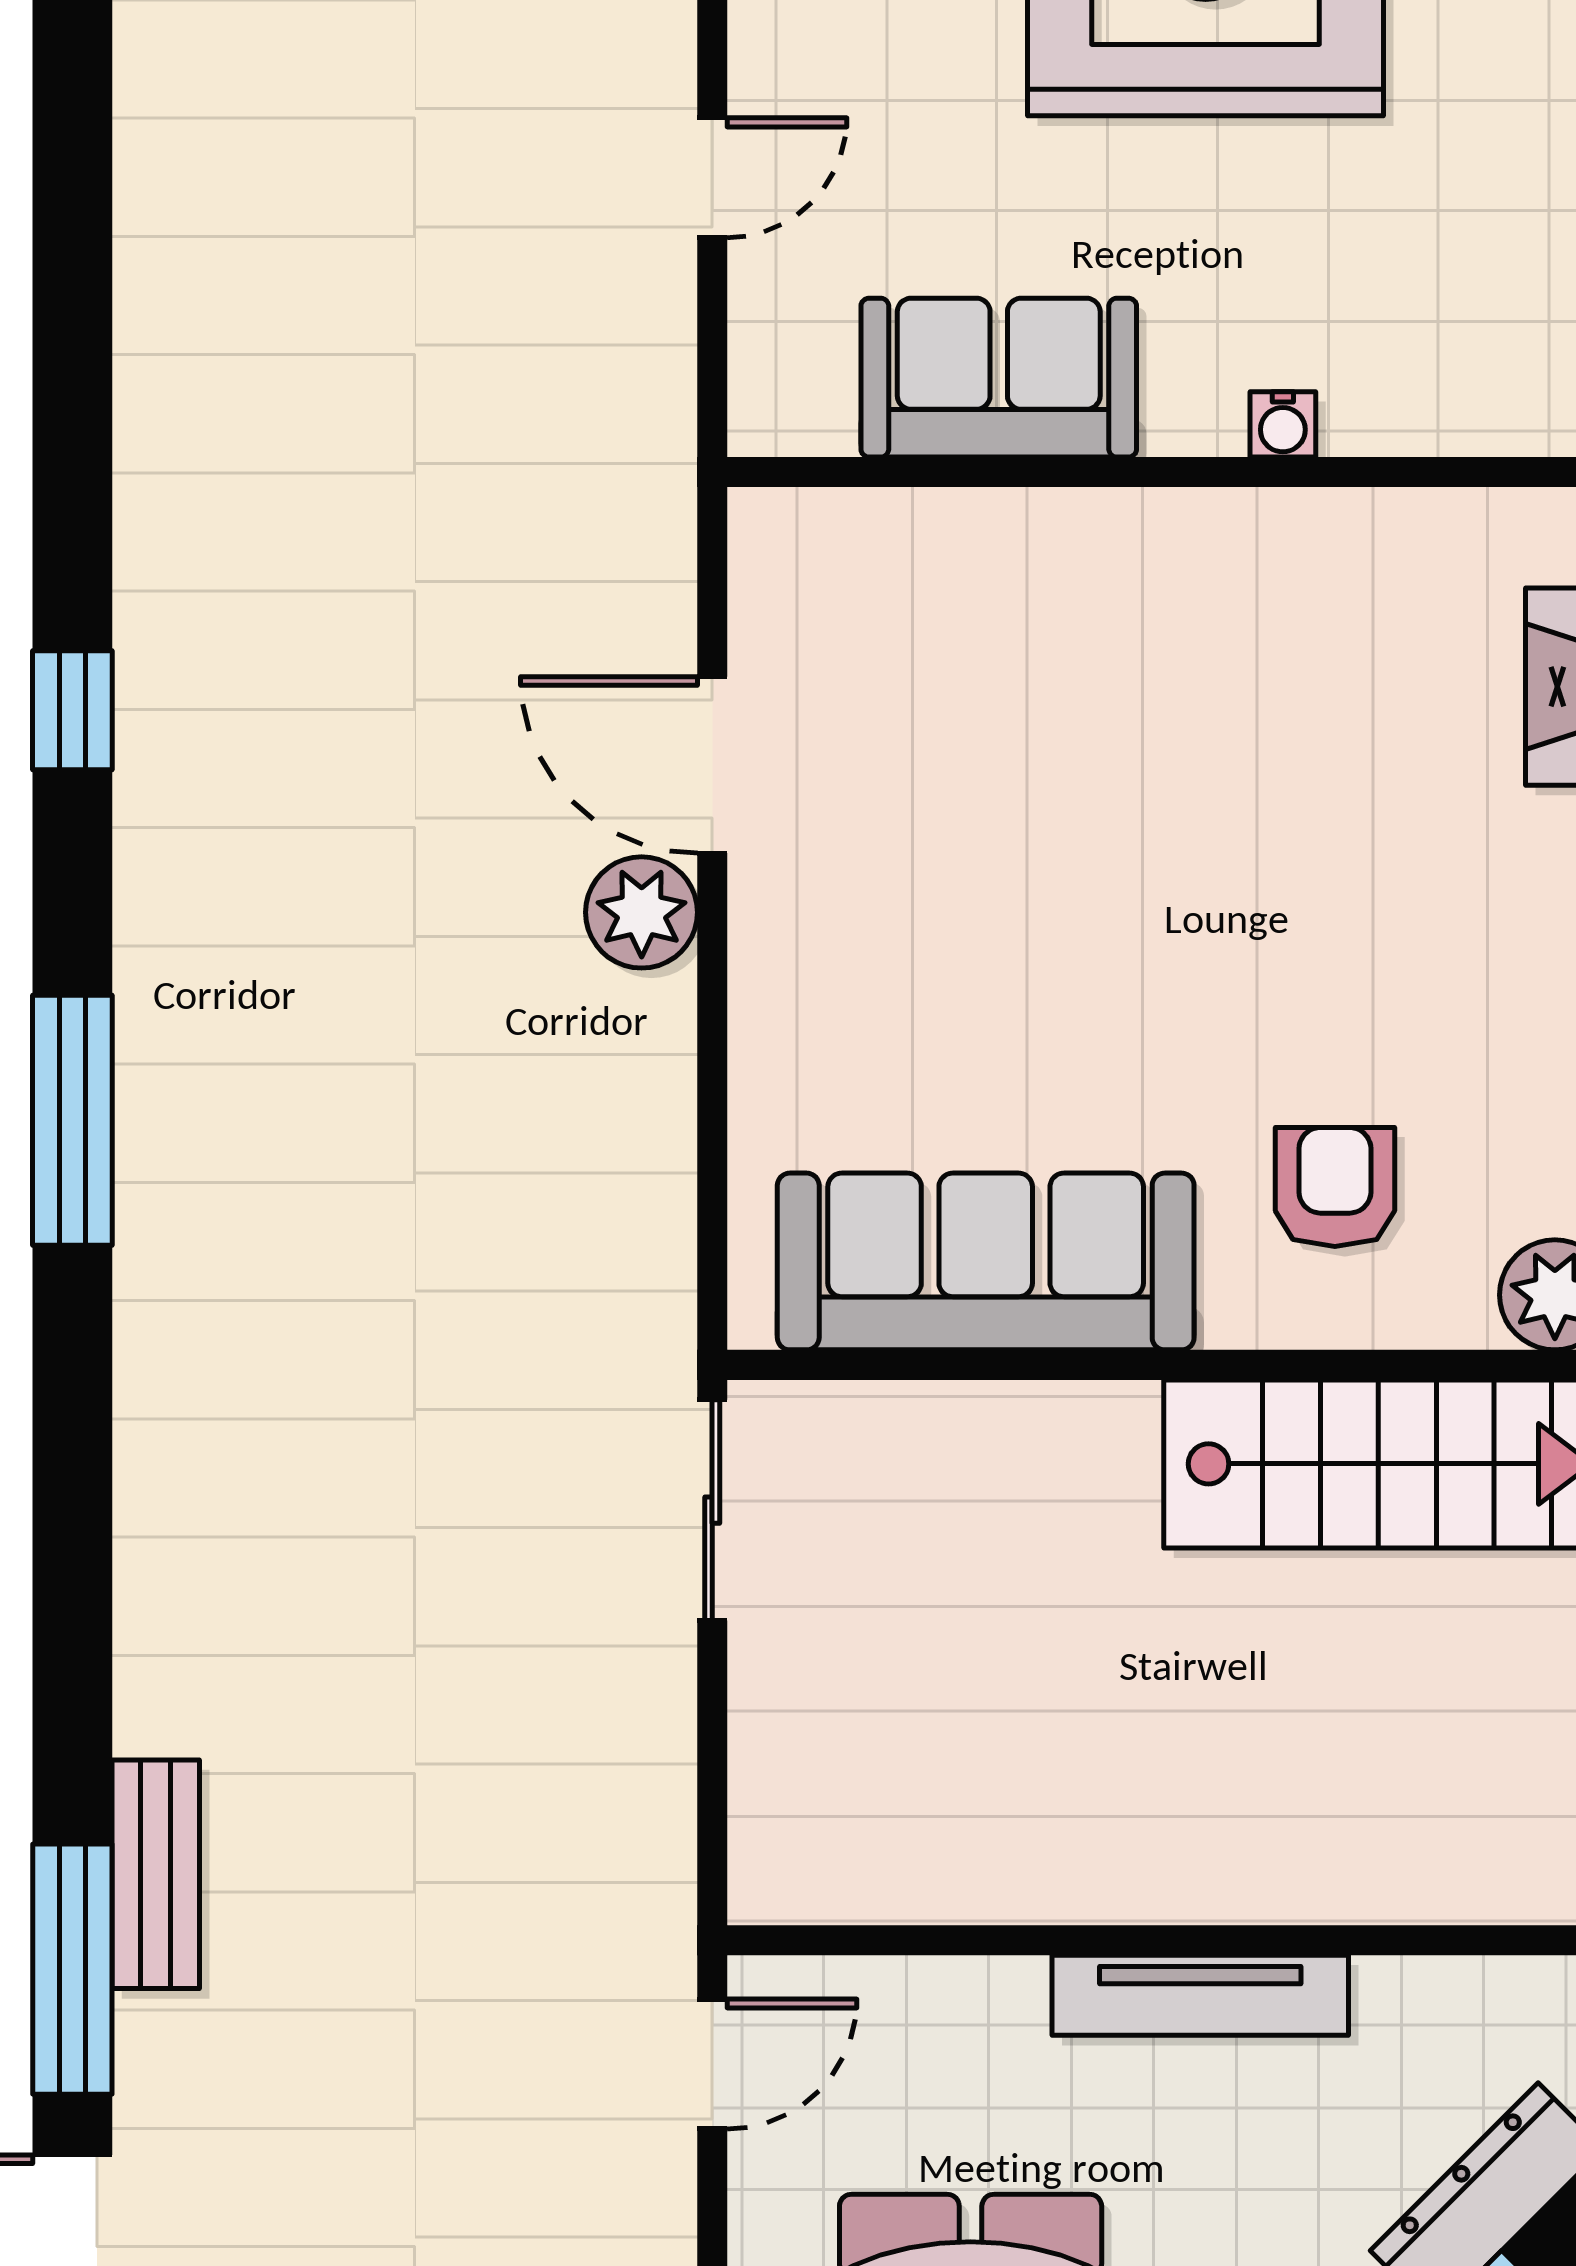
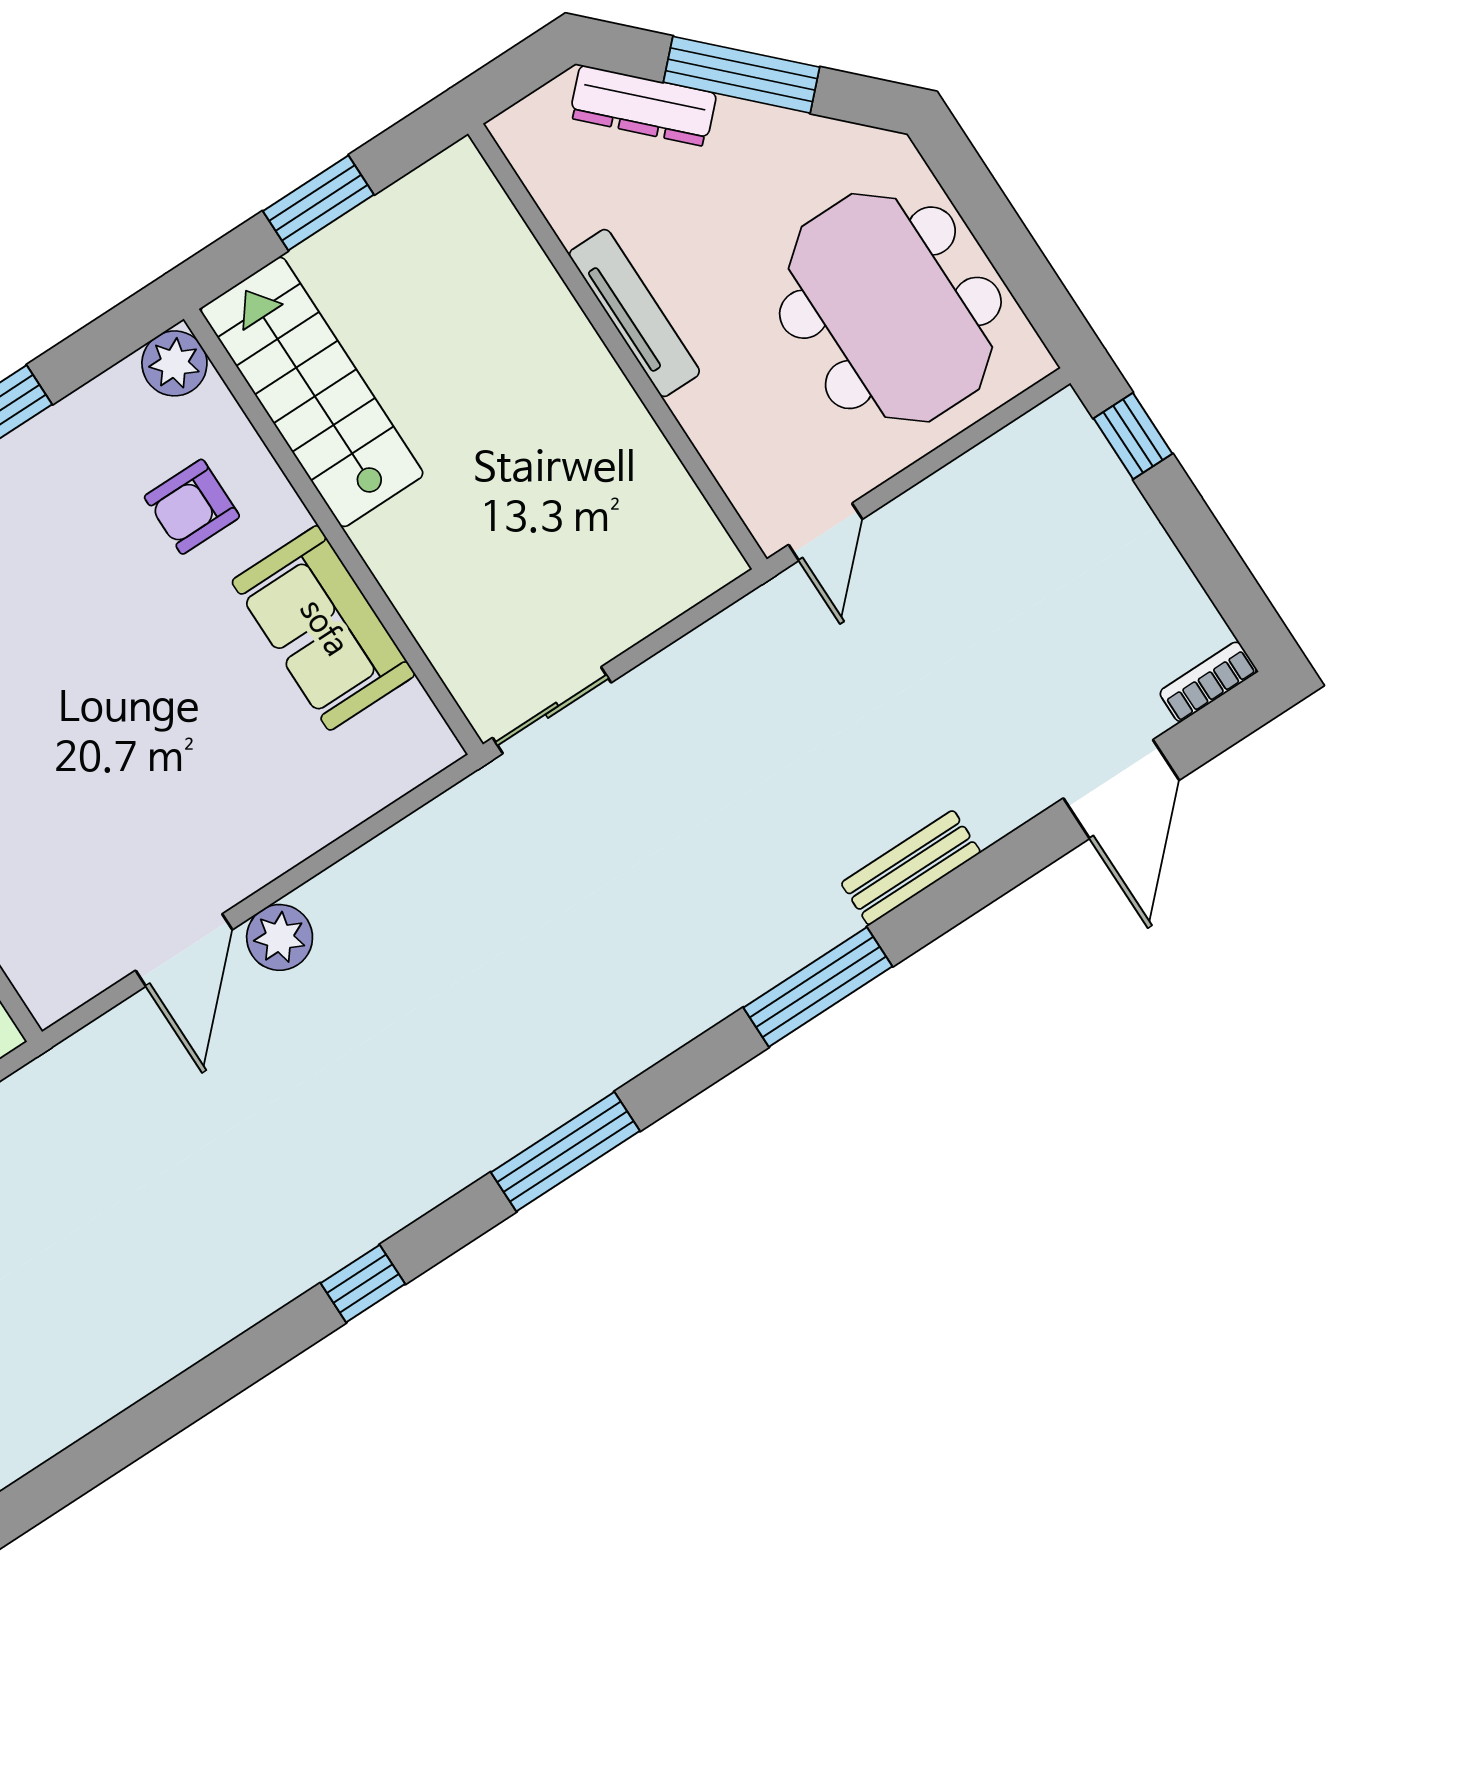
sofa: (986, 1261) -> (323, 628), width x0.73
window: (72, 1969) -> (818, 987), moved
door: (712, 2064) -> (825, 532), swing flipped

